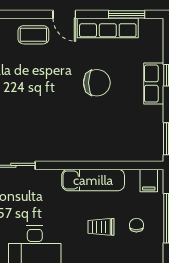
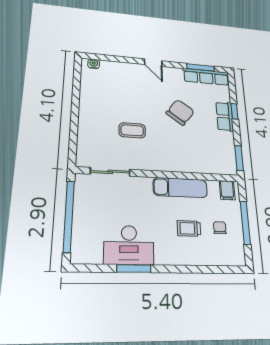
row of seats: (108, 28) -> (206, 77), moved
coffee table: (33, 35) -> (132, 130), moved
chair: (97, 83) -> (180, 112), turned -54

